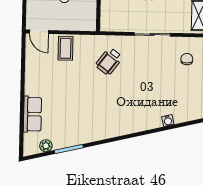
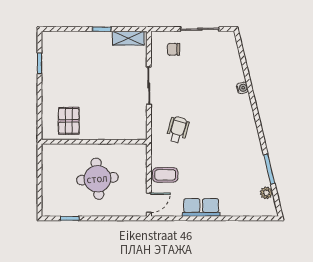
wheelchair: (109, 61) -> (178, 130), turned -111
row of seats: (32, 114) -> (201, 207), moved
water cooler: (168, 120) -> (242, 88), moved

